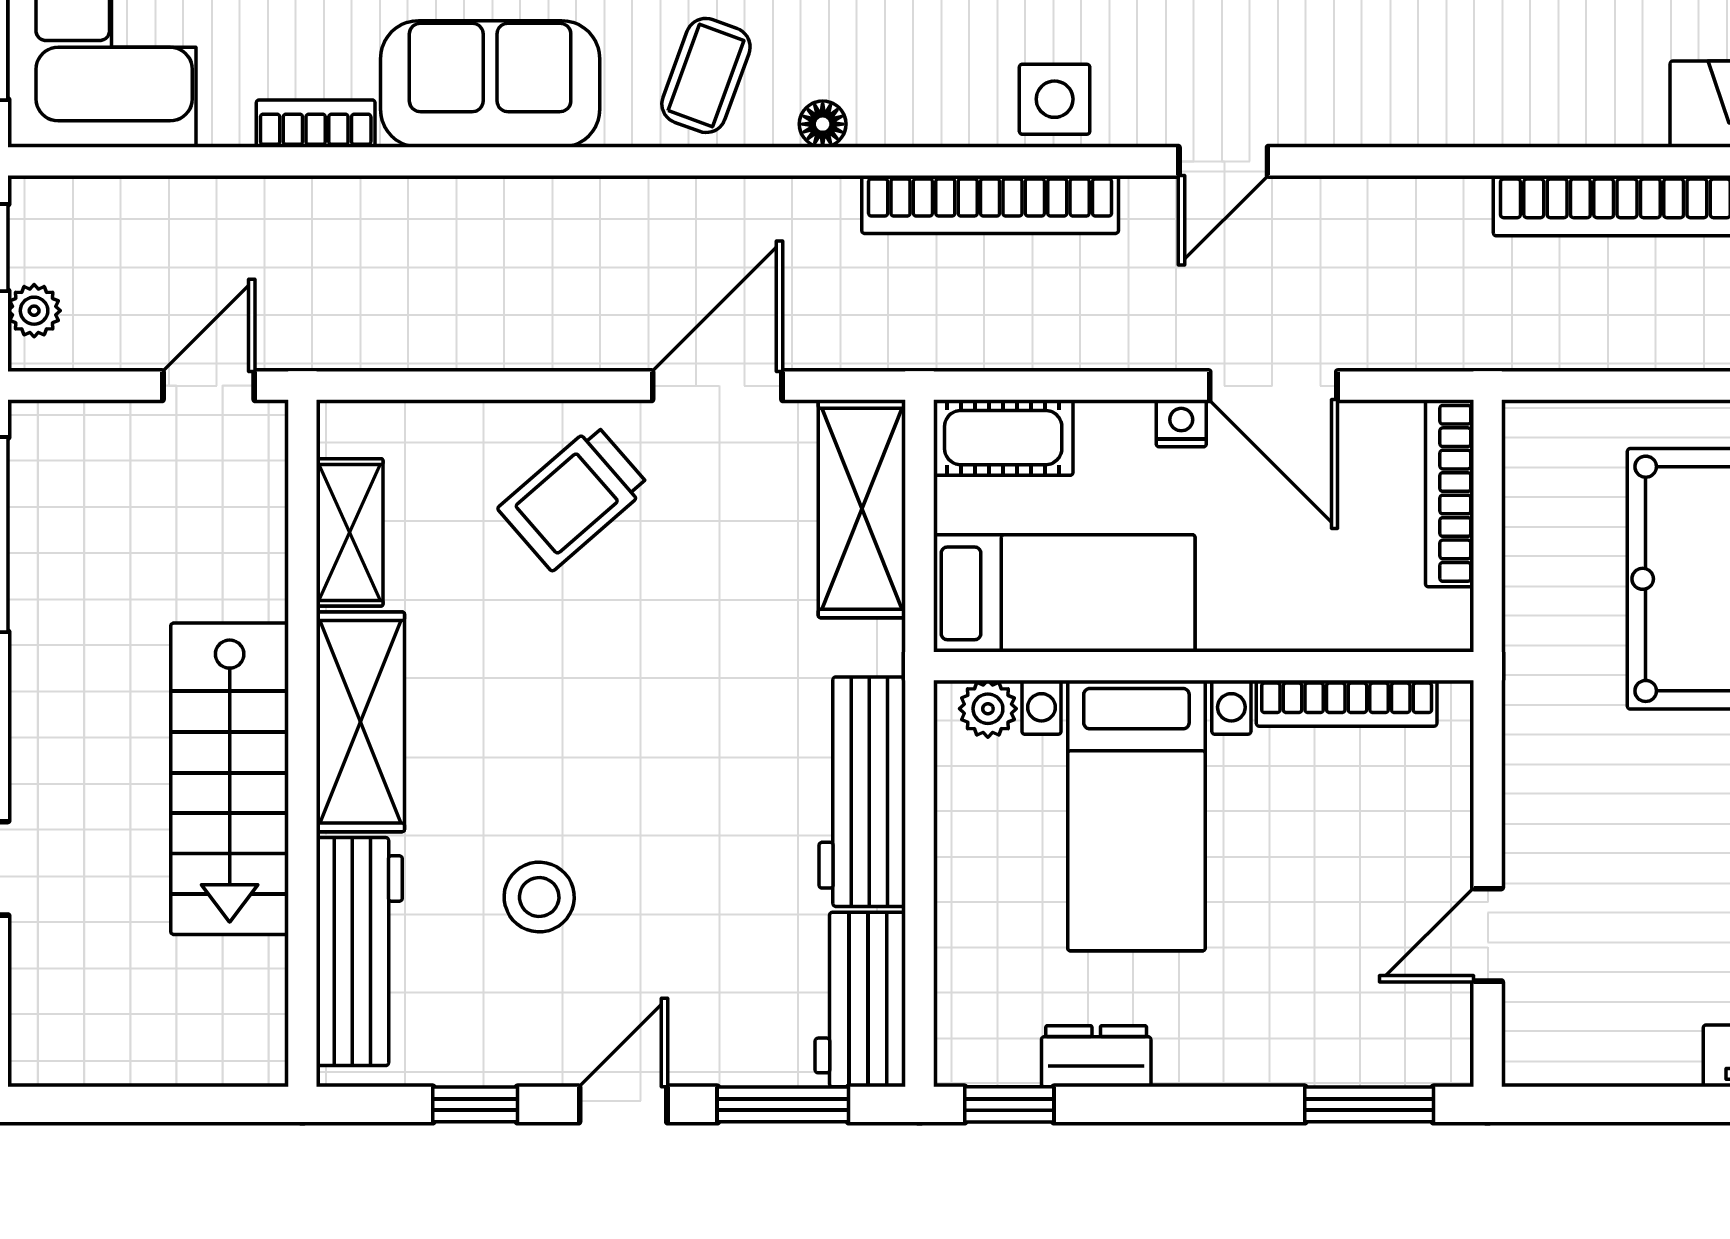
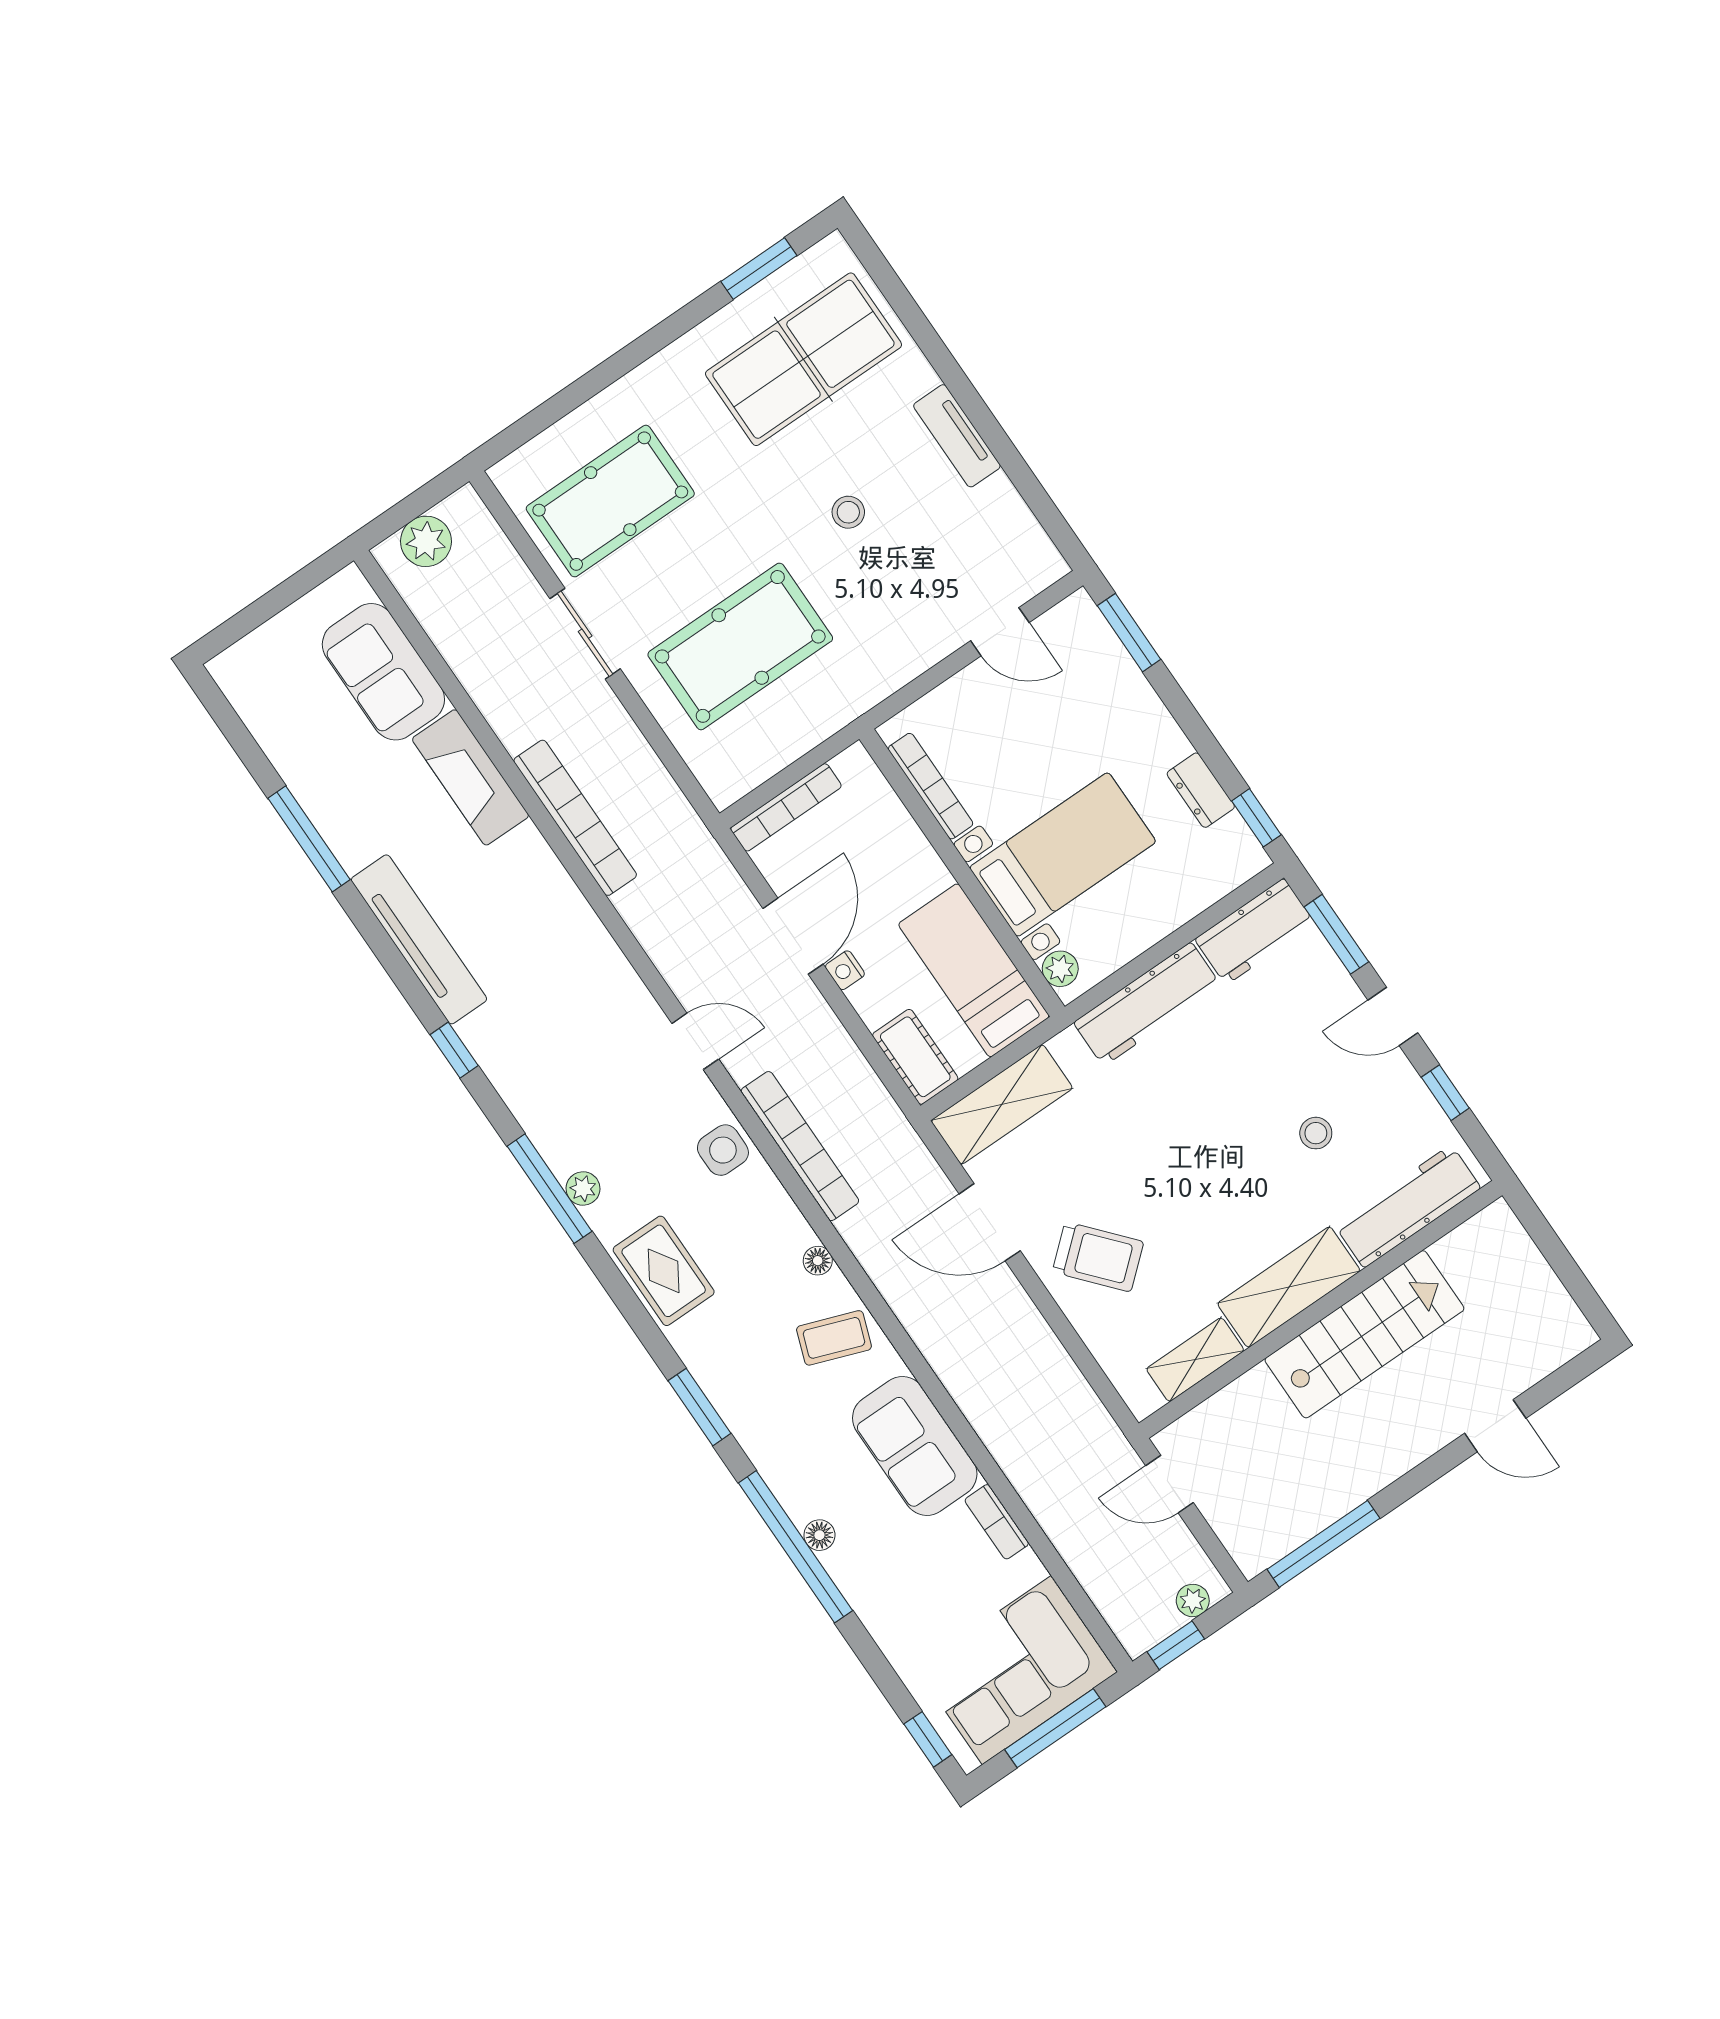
stool: (539, 897) -> (1316, 1133), width x0.73, depth x0.73

